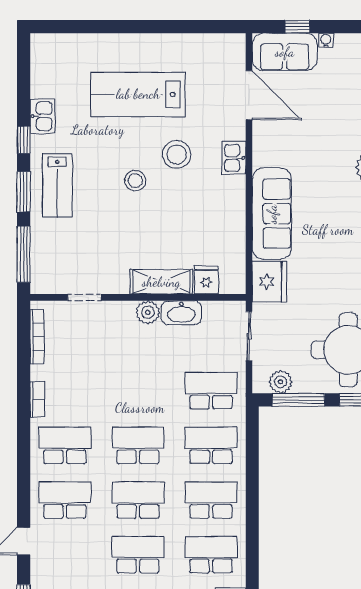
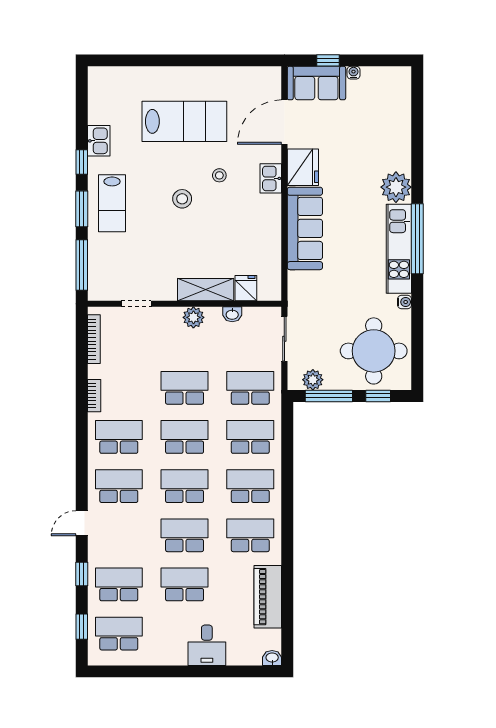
lab bench: (138, 94) -> (184, 121), turned 180
door: (249, 95) -> (284, 122), swing flipped
stool: (177, 155) -> (219, 175), width x0.53, depth x0.53
fridge: (270, 282) -> (303, 167), moved
washbasin: (181, 313) -> (232, 314), width x0.52, depth x0.69
school desk: (138, 391) -> (185, 388), added

